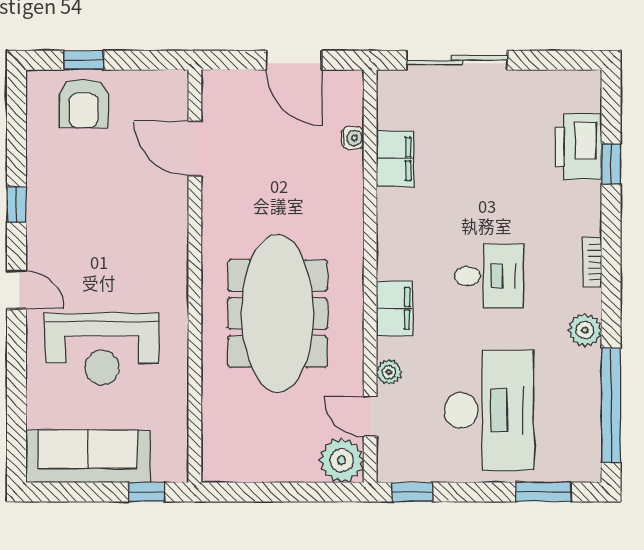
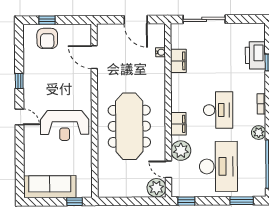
desk: (489, 276) -> (218, 110), width x1.37
reception desk: (102, 349) -> (65, 125), moved
plant: (389, 372) -> (181, 151), width x1.88, depth x1.88

